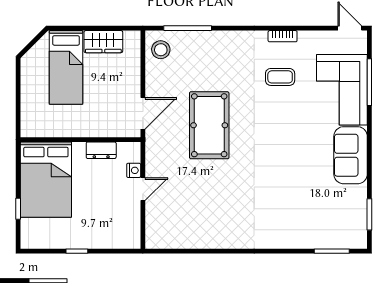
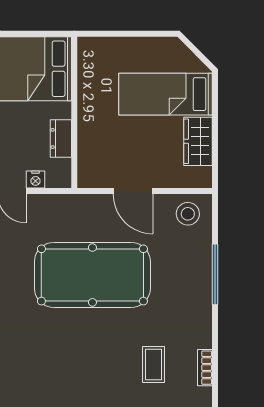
window: (188, 28) -> (215, 274), moved
door: (143, 113) -> (133, 191), moved
pool table: (209, 125) -> (92, 275), width x1.36, depth x1.32

